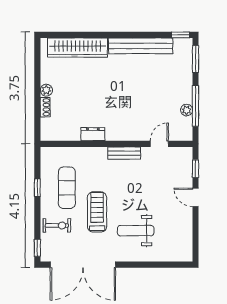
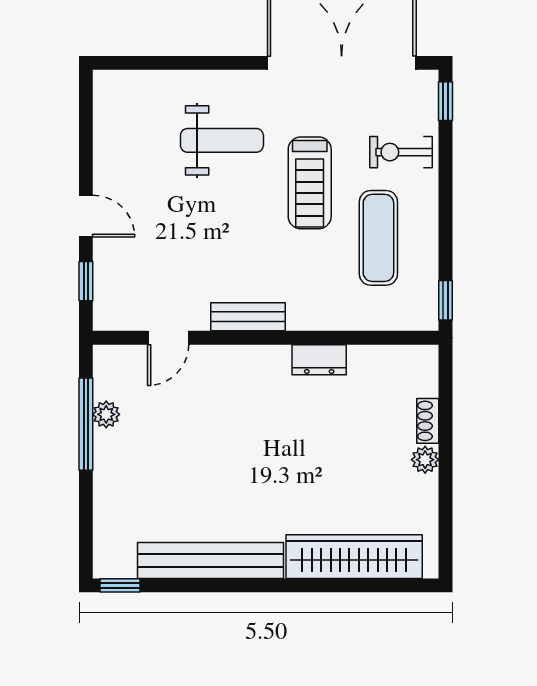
window: (195, 59) -> (86, 530), removed
window: (37, 188) -> (445, 300), moved

